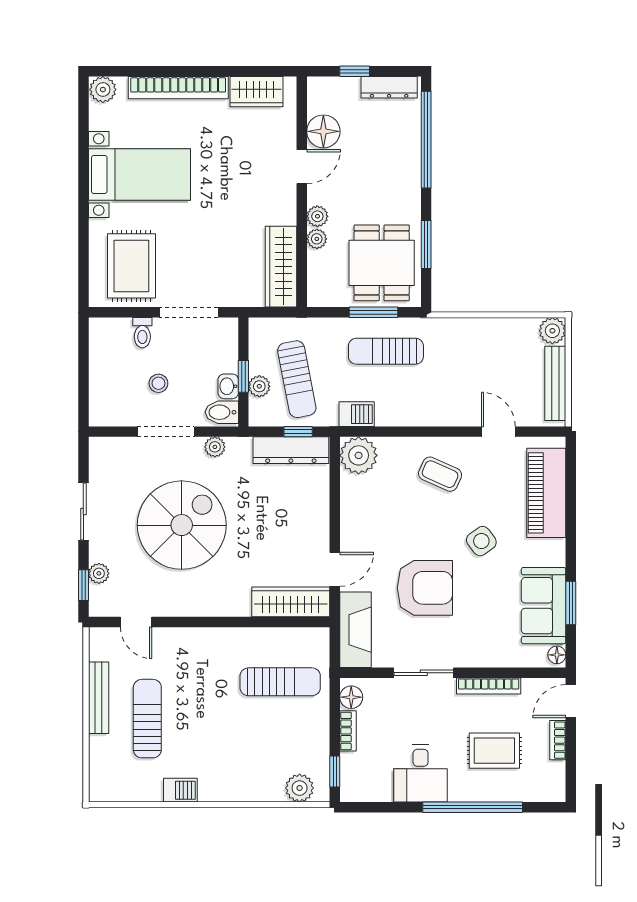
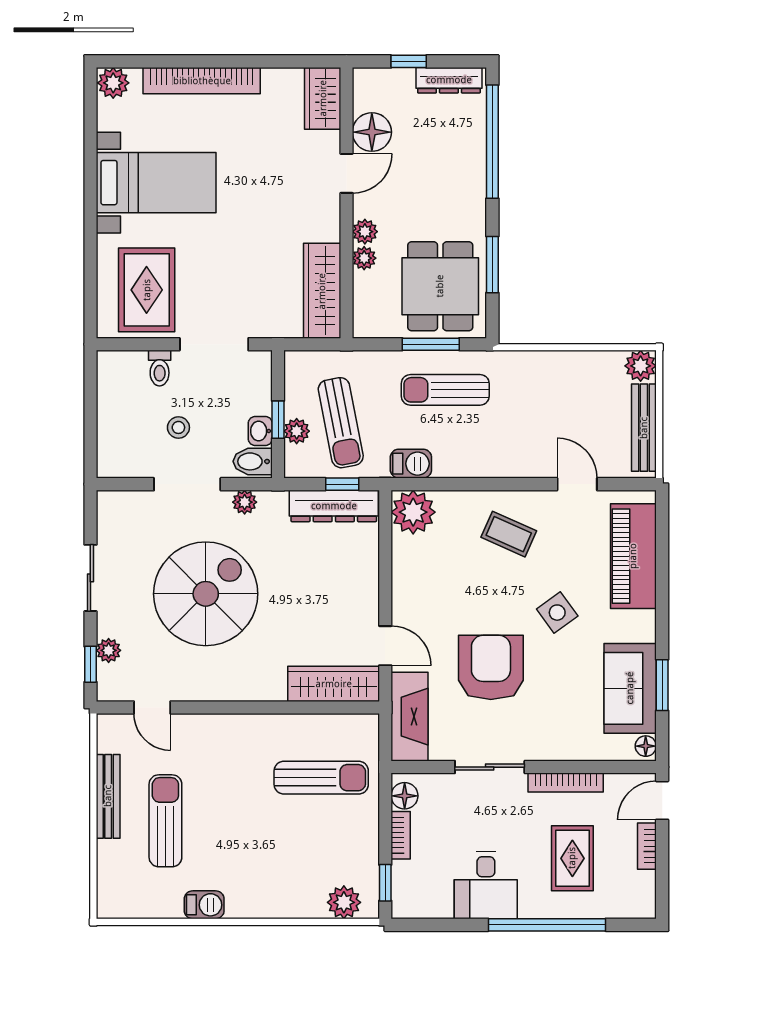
wardrobe: (256, 92) -> (323, 98), moved, turned 90
door: (335, 569) -> (385, 646), hinge flipped
armchair: (425, 588) -> (491, 667), turned -90
rug: (494, 751) -> (572, 858), turned 90

